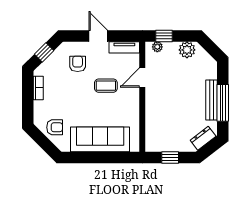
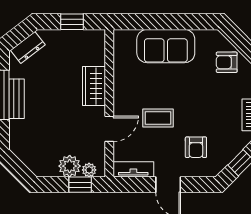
plant: (187, 50) -> (70, 166), moved
bench: (212, 100) -> (16, 99), width x0.73
wardrobe: (154, 109) -> (94, 86), added
sofa: (100, 139) -> (166, 46), width x0.73

